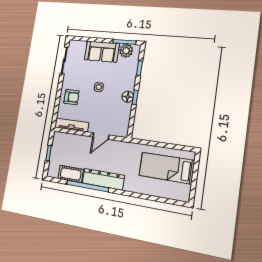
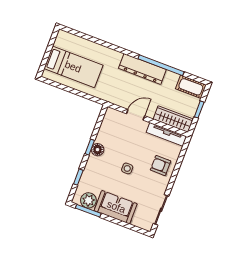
wardrobe: (68, 140) -> (173, 119), added
cot: (71, 174) -> (191, 87), moved

